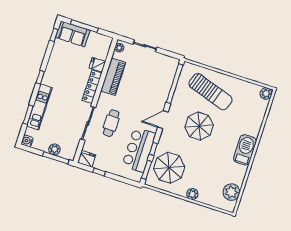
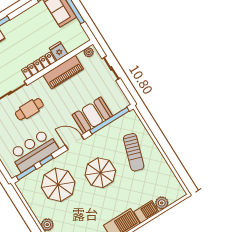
booth: (159, 90) -> (92, 115), added
sun lounger: (210, 92) -> (134, 152), width x0.73, depth x0.75
plant: (266, 94) -> (162, 203), moved
barbecue: (255, 126) -> (146, 212), added
parasol: (169, 168) -> (58, 185), moved

